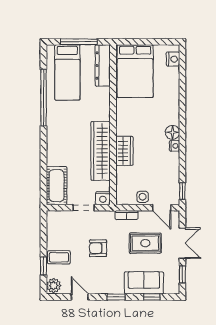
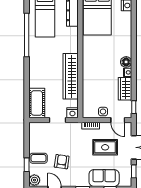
wardrobe: (124, 151) -> (125, 89), moved, turned 180
armchair: (98, 248) -> (62, 162), moved, turned 98

